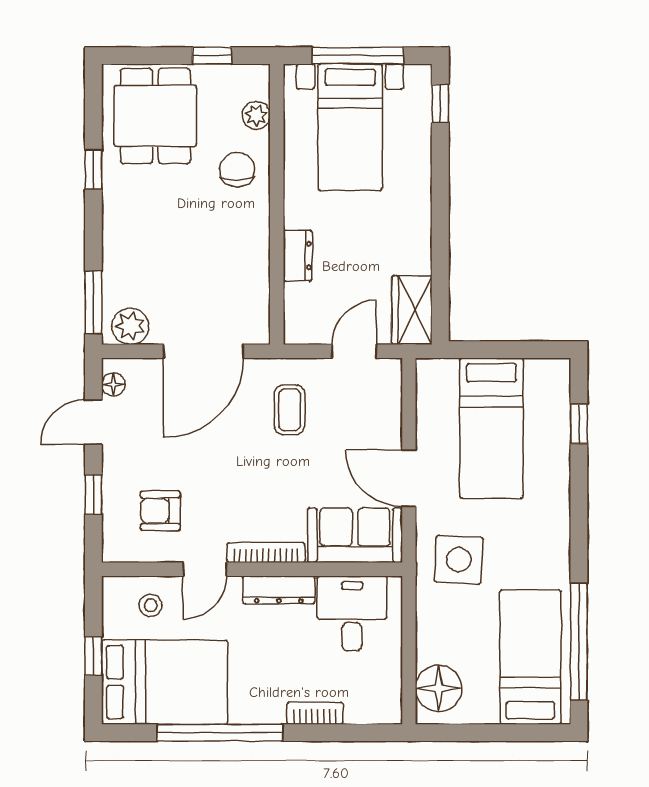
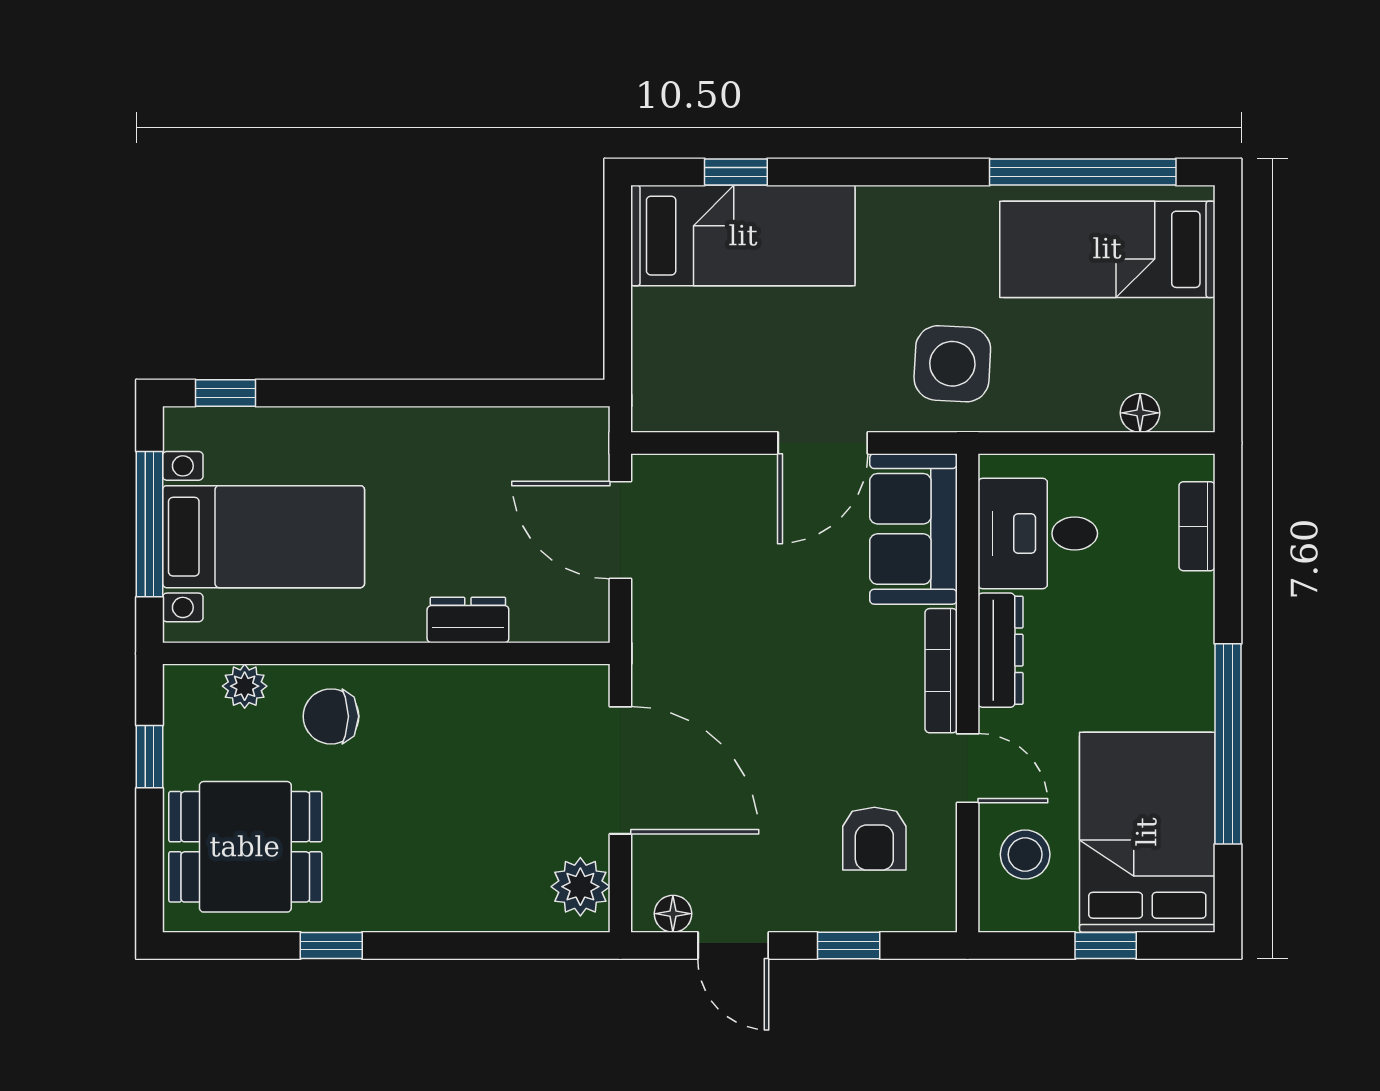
window: (93, 302) -> (542, 945), removed
wardrobe: (412, 310) -> (555, 438), removed
door: (354, 351) -> (620, 530), width x1.38
coffee table: (289, 410) -> (713, 633), removed
bed: (492, 428) -> (743, 236), moved
stool: (151, 605) -> (1025, 854), width x1.37, depth x1.37
floor lamp: (439, 688) -> (1140, 413), width x0.53, depth x0.53
bookcase: (315, 713) -> (1197, 526), moved

